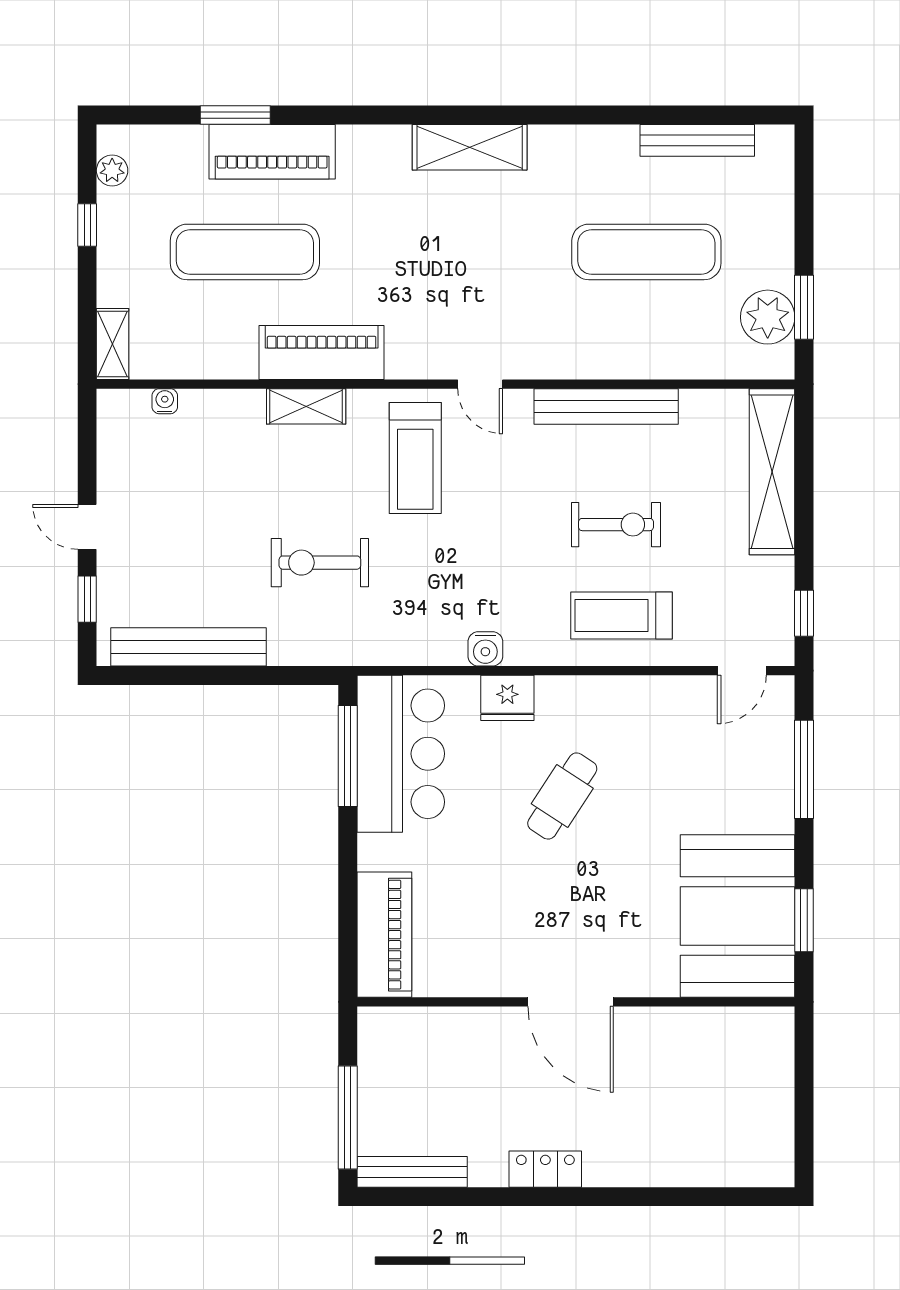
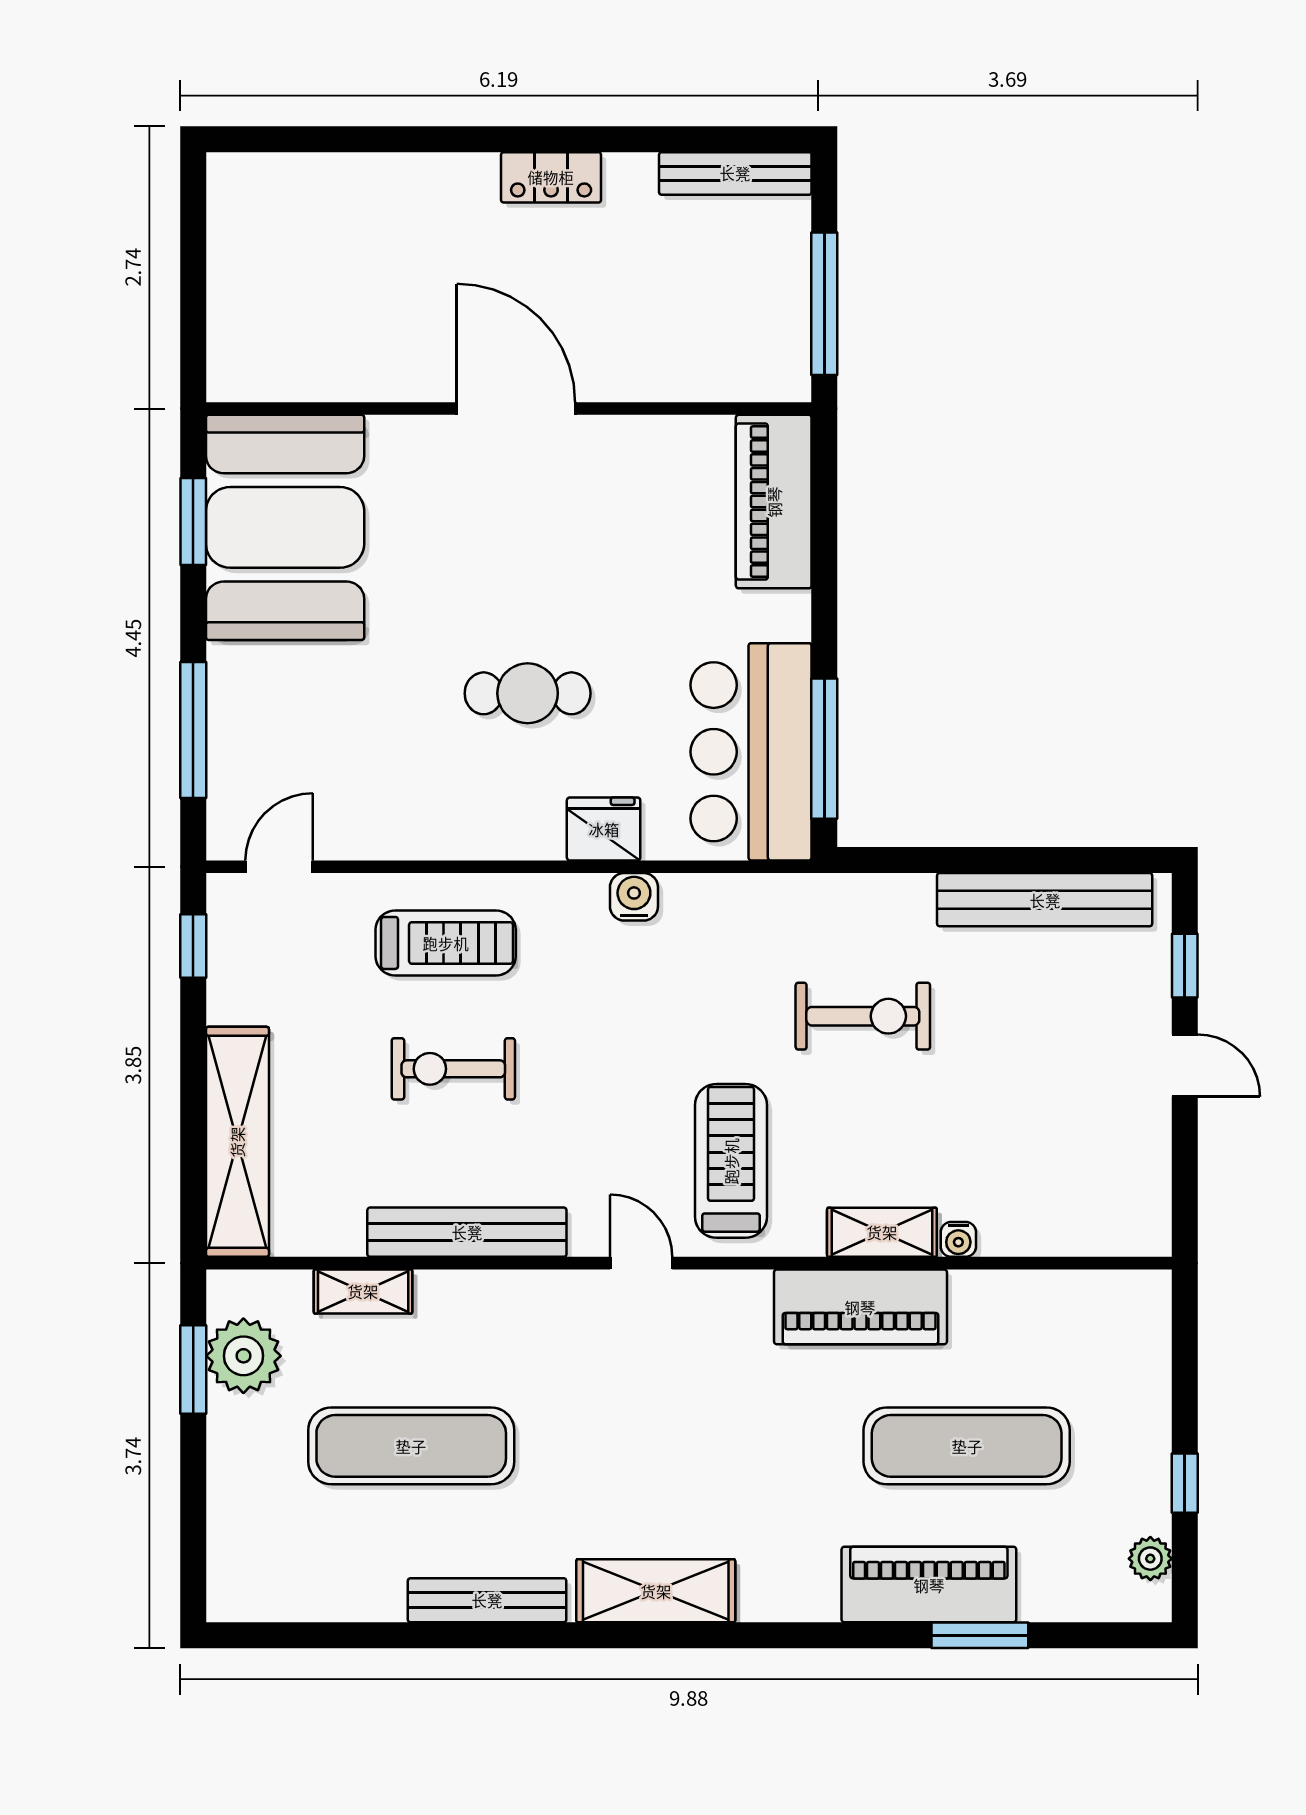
bench: (697, 140) -> (487, 1600), moved
shelving: (113, 344) -> (363, 1291), moved, turned 90
water cooler: (165, 401) -> (958, 1239), moved
cafe table: (562, 796) -> (528, 693), turned 57
window: (348, 1118) -> (824, 304), moved

